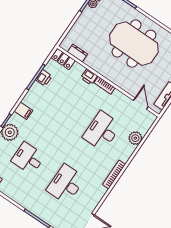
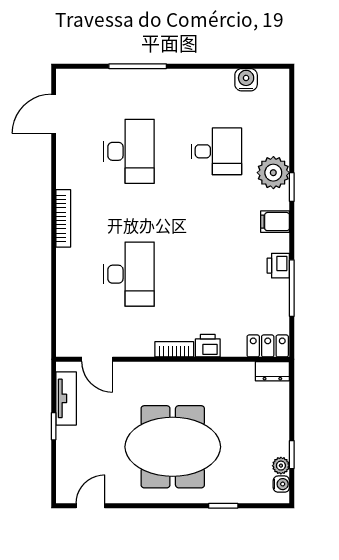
dresser: (78, 53) -> (272, 371), moved
printer: (44, 78) -> (278, 266), moved
plant: (135, 138) -> (69, 299), removed

